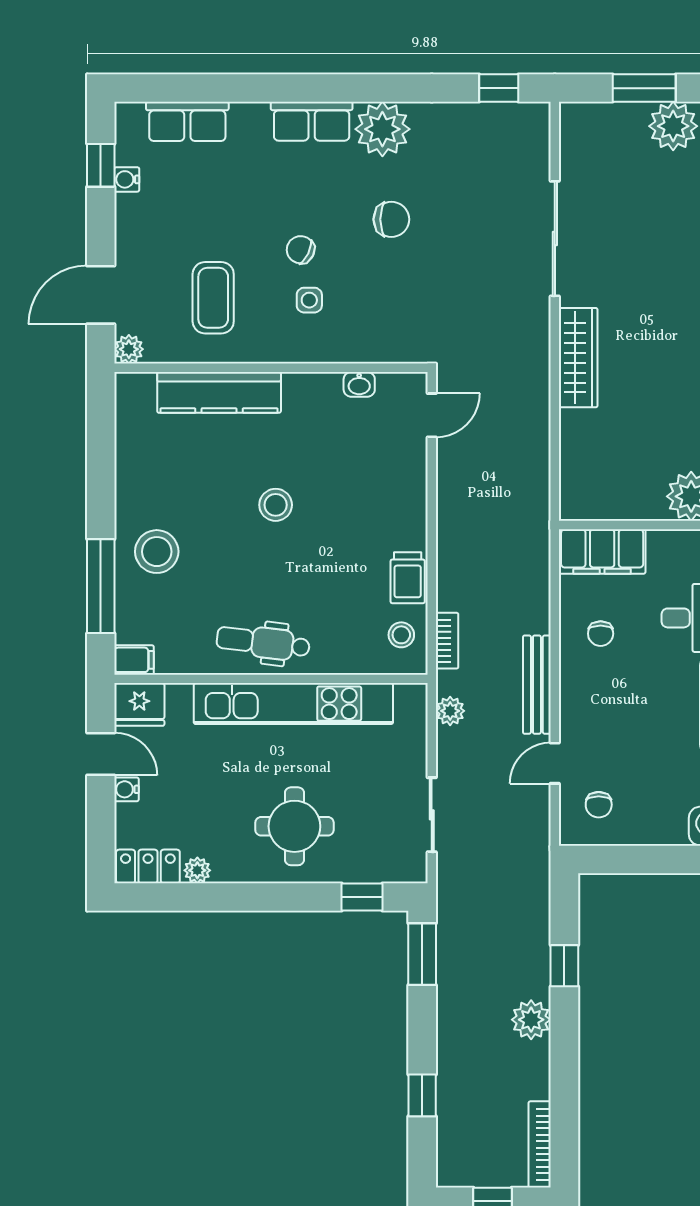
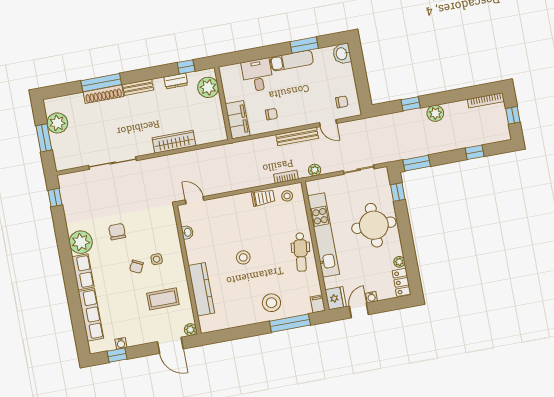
row of seats: (187, 121) -> (91, 315), width x1.48
wardrobe: (578, 358) -> (174, 142), moved
round table: (294, 826) -> (374, 225), width x1.36, depth x1.36

